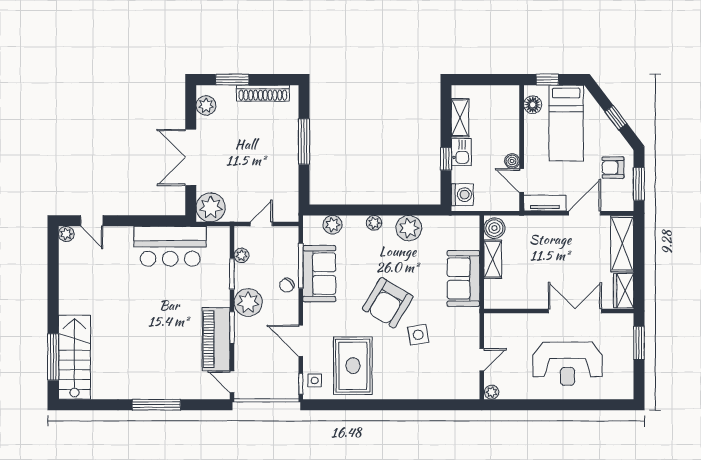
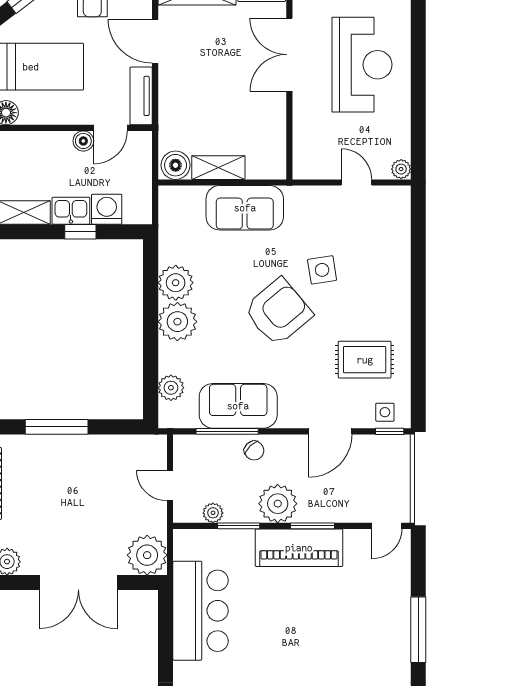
washing machine: (462, 195) -> (107, 209), moved
plant: (374, 223) -> (177, 322), width x1.88, depth x1.88
armchair: (388, 303) -> (278, 312), turned -71
piano: (216, 339) -> (299, 548), moved
rug: (353, 366) -> (365, 360), width x0.73, depth x0.70

